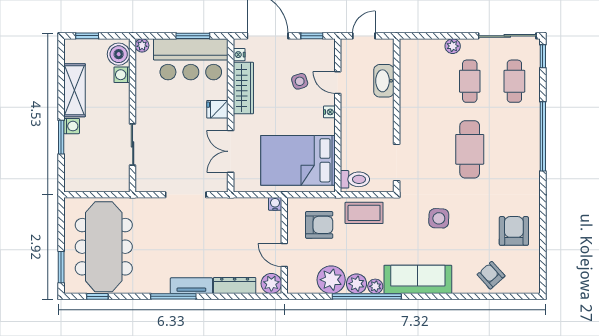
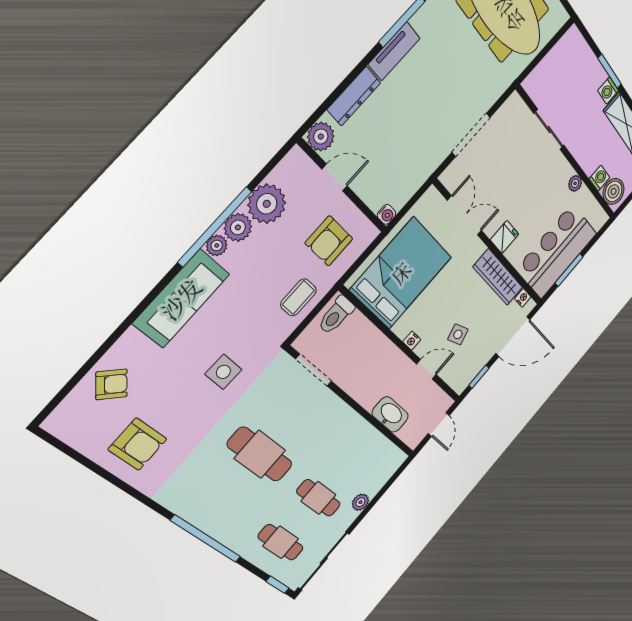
plant: (142, 45) -> (575, 183), moved
coffee table: (364, 213) -> (298, 297), width x0.73, depth x0.77

